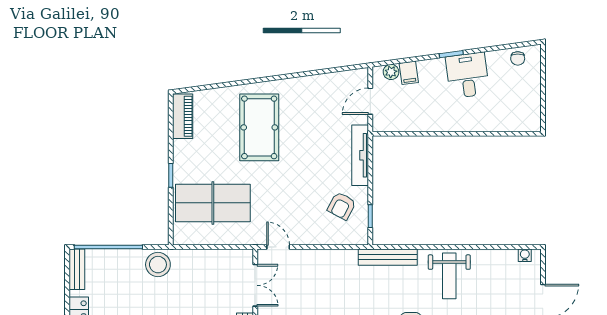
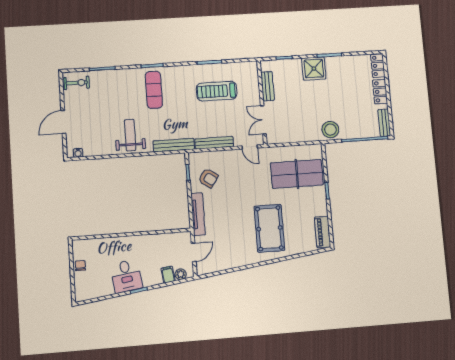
chair: (518, 58) -> (80, 266), moved
armchair: (342, 206) -> (208, 178), turned 96
bench: (329, 257) -> (214, 143), added

